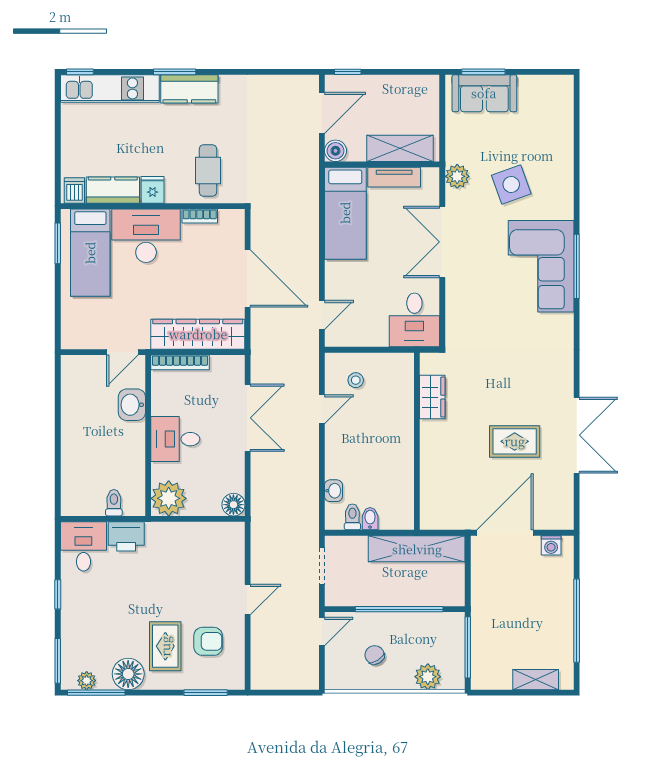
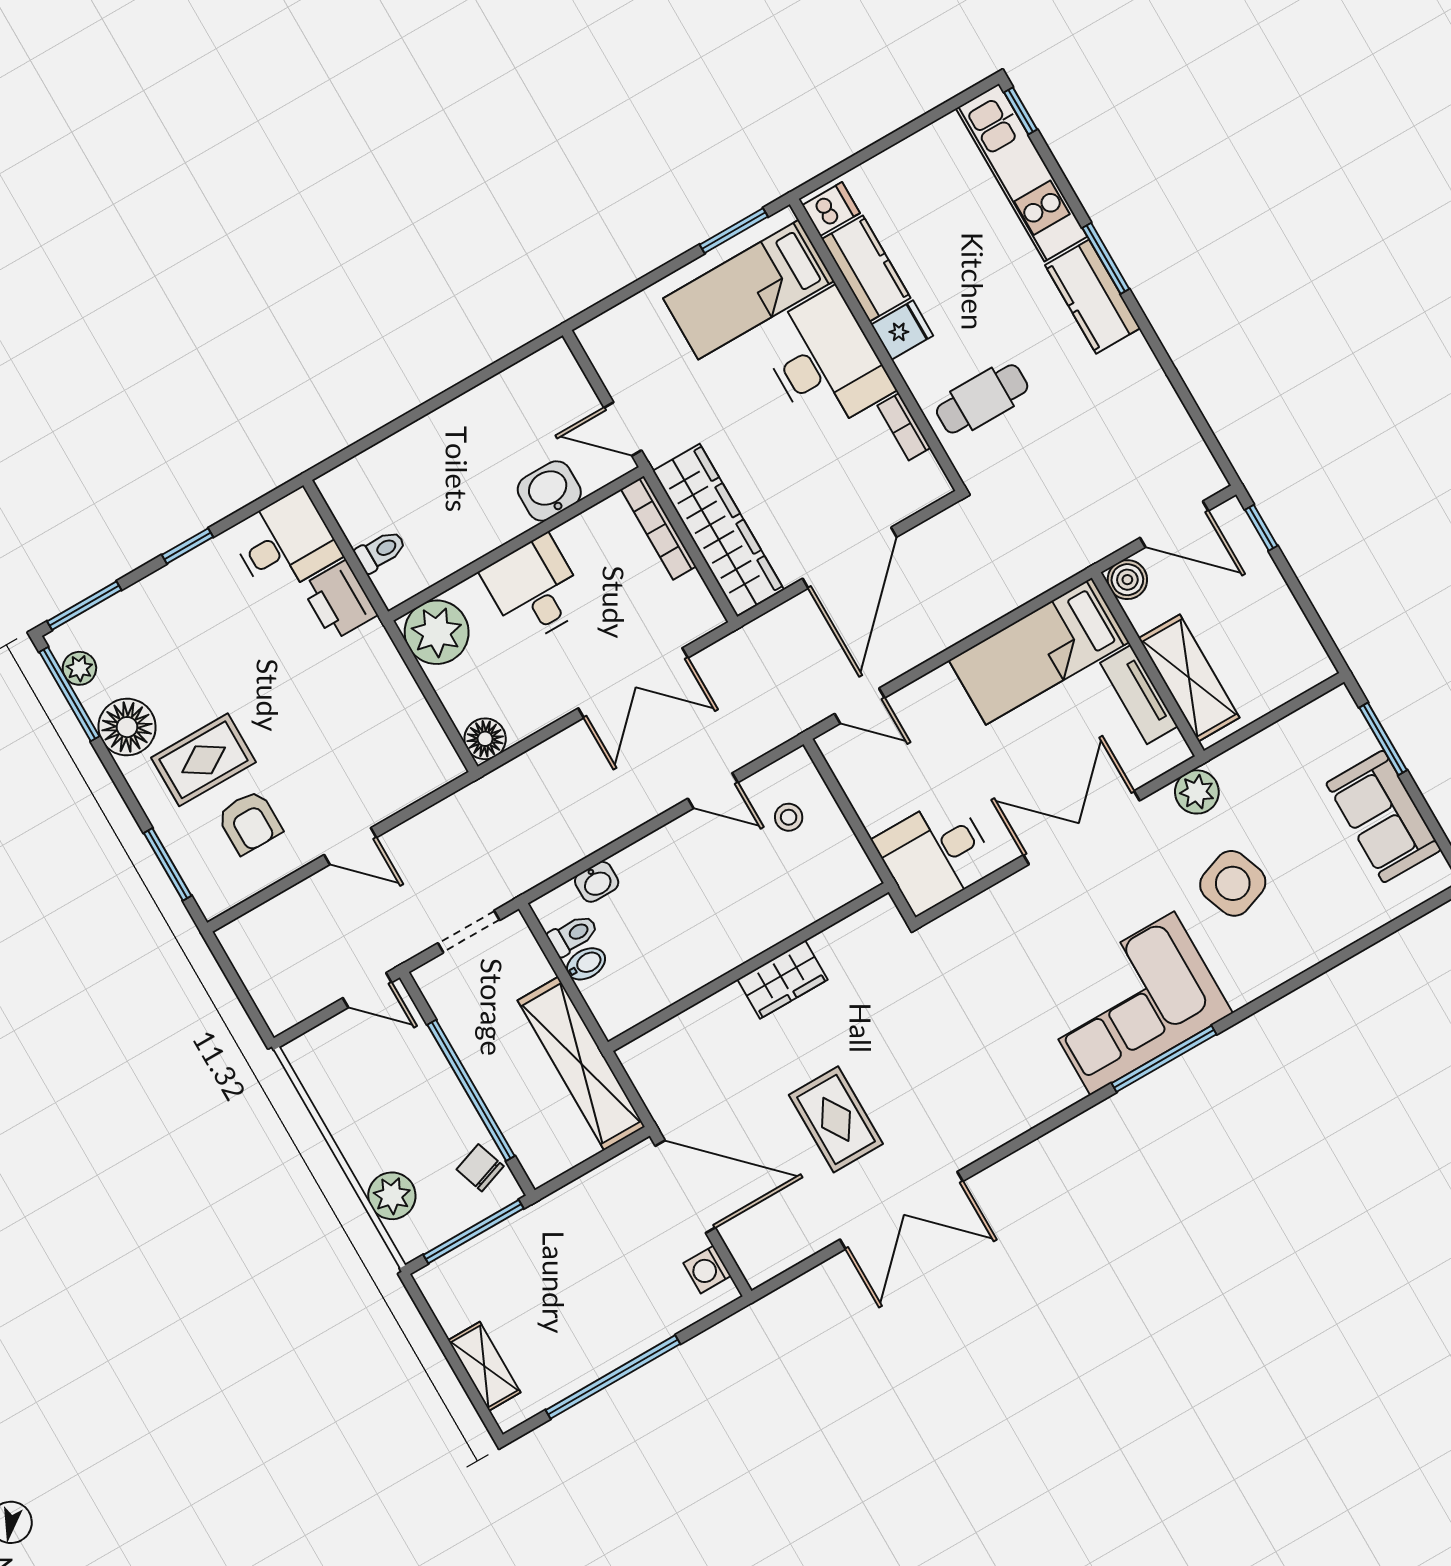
sofa: (484, 93) -> (1384, 816), moved
wardrobe: (432, 397) -> (783, 979), moved
chair: (375, 655) -> (480, 1168), moved, turned -77

